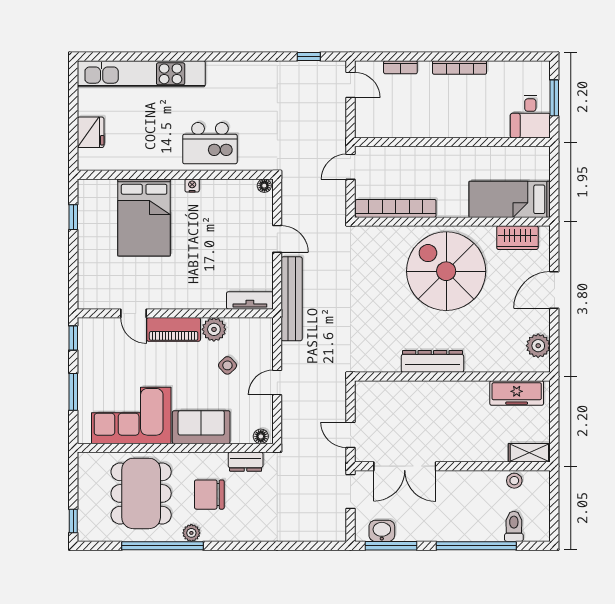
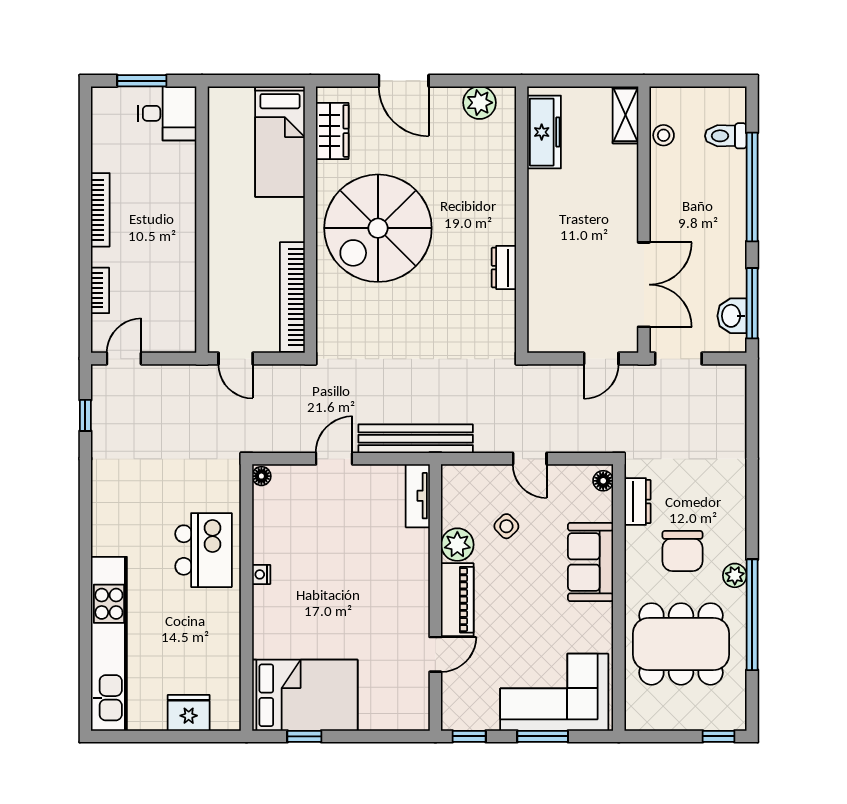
bed: (144, 218) -> (305, 695), moved
dresser: (432, 361) -> (504, 268), width x0.51, depth x0.80
corner sofa: (131, 415) -> (554, 692), moved, turned 90

